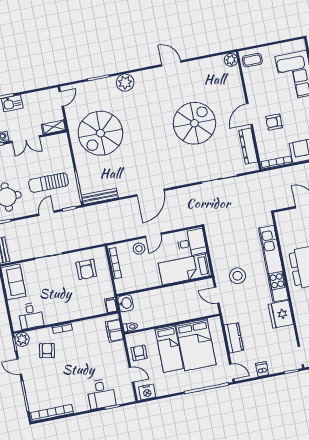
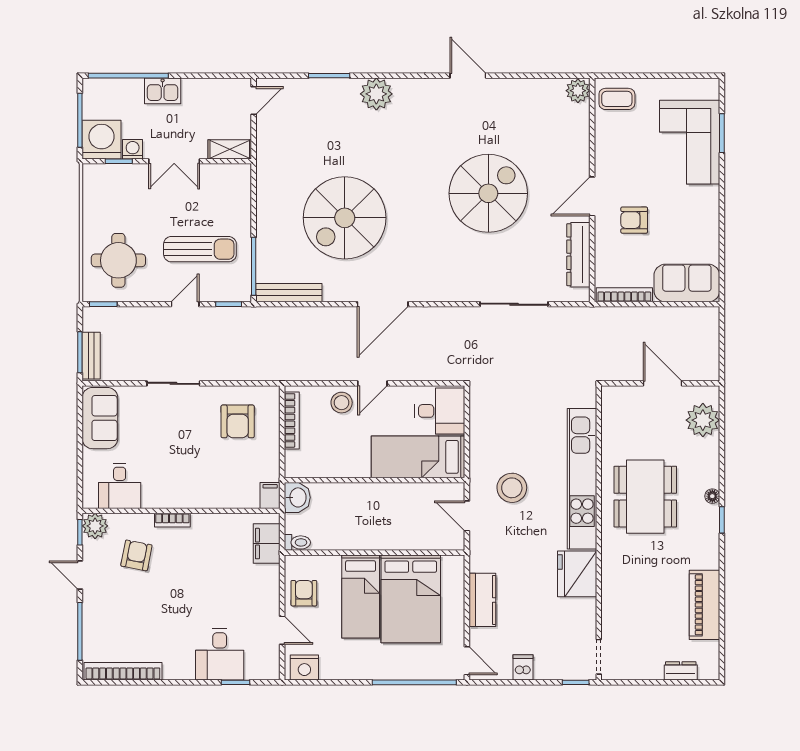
spiral stairs: (100, 133) -> (345, 218), moved
sun lounger: (48, 183) -> (200, 249), turned 180

